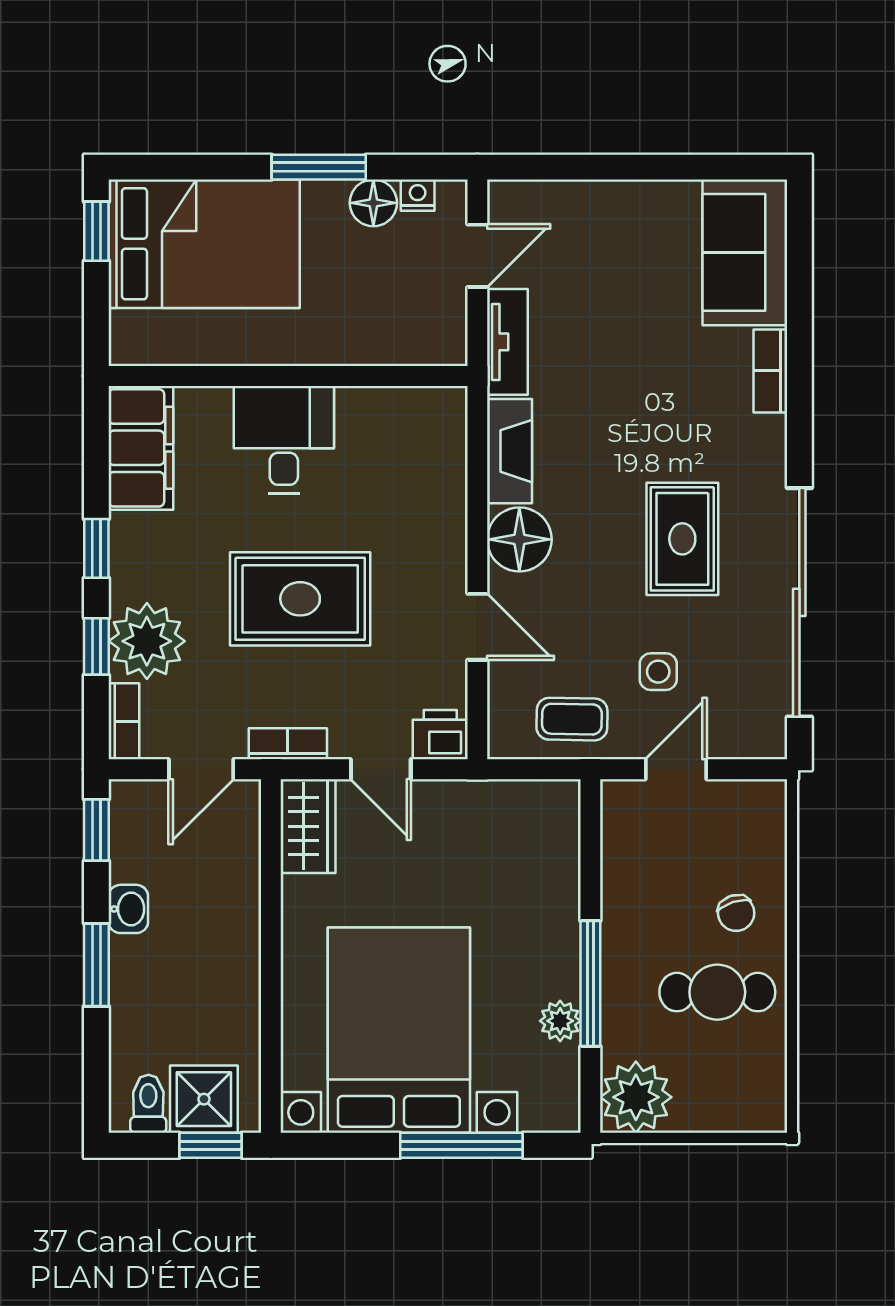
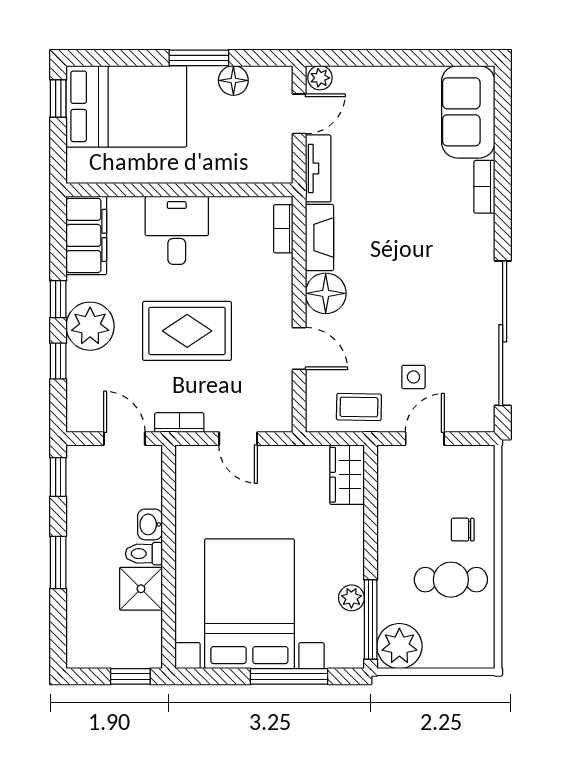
nightstand: (418, 195) -> (261, 76), removed
plant: (510, 199) -> (320, 78), added
rug: (682, 539) -> (429, 293), removed
plant: (147, 641) -> (90, 326), moved
bookcase: (124, 721) -> (283, 229), moved, turned 180
printer: (440, 735) -> (276, 417), removed
door: (201, 769) -> (124, 439), swing flipped
wardrobe: (308, 826) -> (347, 475), moved, turned 180
washbasin: (128, 909) -> (150, 524), moved, turned 180
chair: (736, 913) -> (463, 530), turned 108
window: (590, 983) -> (371, 620), moved
shower: (204, 1099) -> (141, 589), moved
toilet: (148, 1104) -> (144, 554), moved, turned -90

